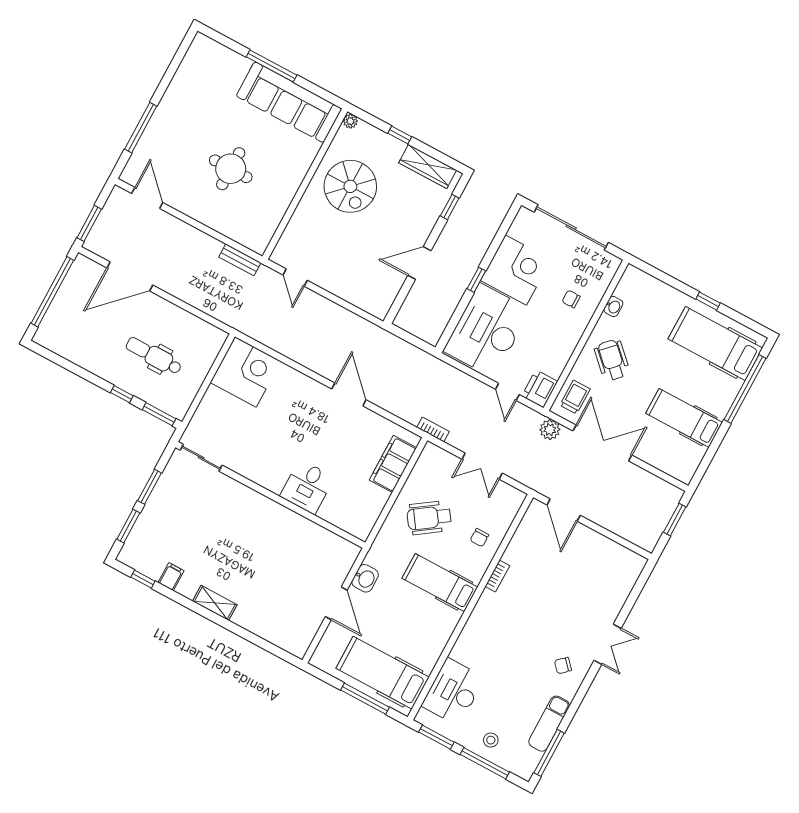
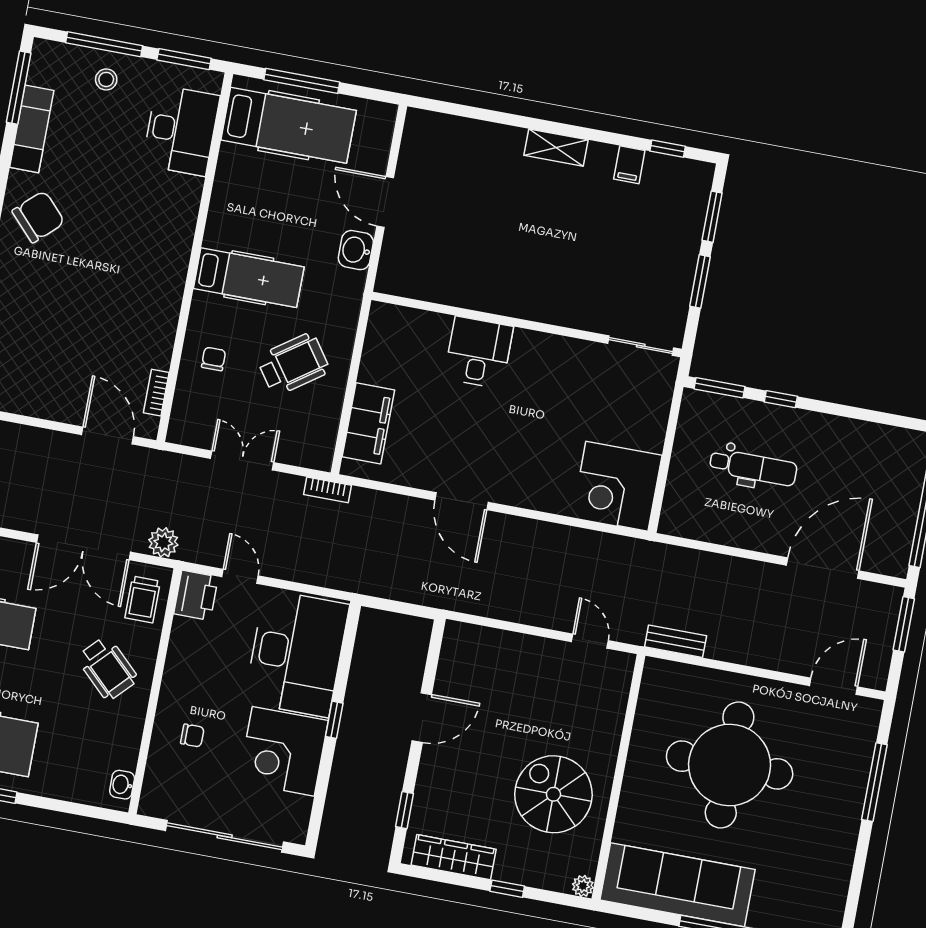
round table: (231, 169) -> (730, 765), width x1.86, depth x1.86
door: (147, 198) -> (833, 686), swing flipped
washbasin: (613, 307) -> (122, 785), moved
bookcase: (497, 576) -> (156, 393), moved
chair: (563, 666) -> (38, 217), width x1.87, depth x1.87

